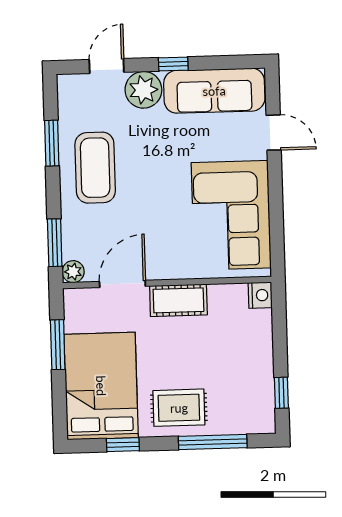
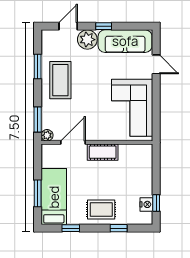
nightstand: (260, 295) -> (146, 204), moved
window: (58, 345) -> (38, 193), moved
bed: (101, 386) -> (54, 197), width x0.67
window: (213, 442) -> (119, 228), width x0.46

